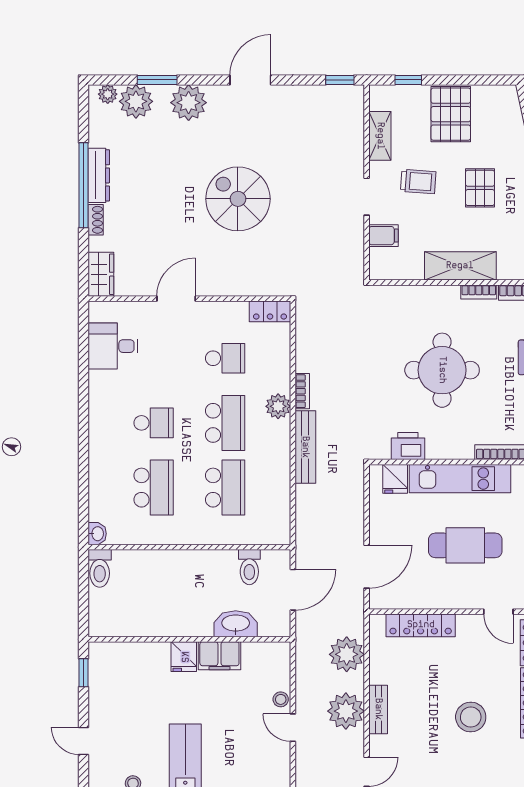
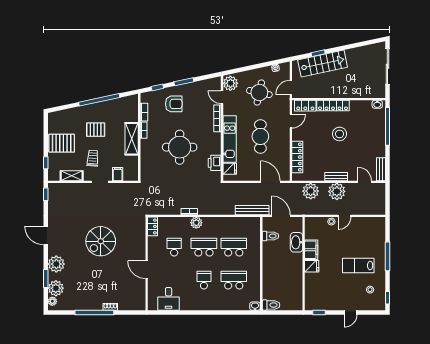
dresser: (99, 175) -> (90, 305), removed
wardrobe: (101, 274) -> (135, 304), removed
bench: (305, 447) -> (252, 210), moved

